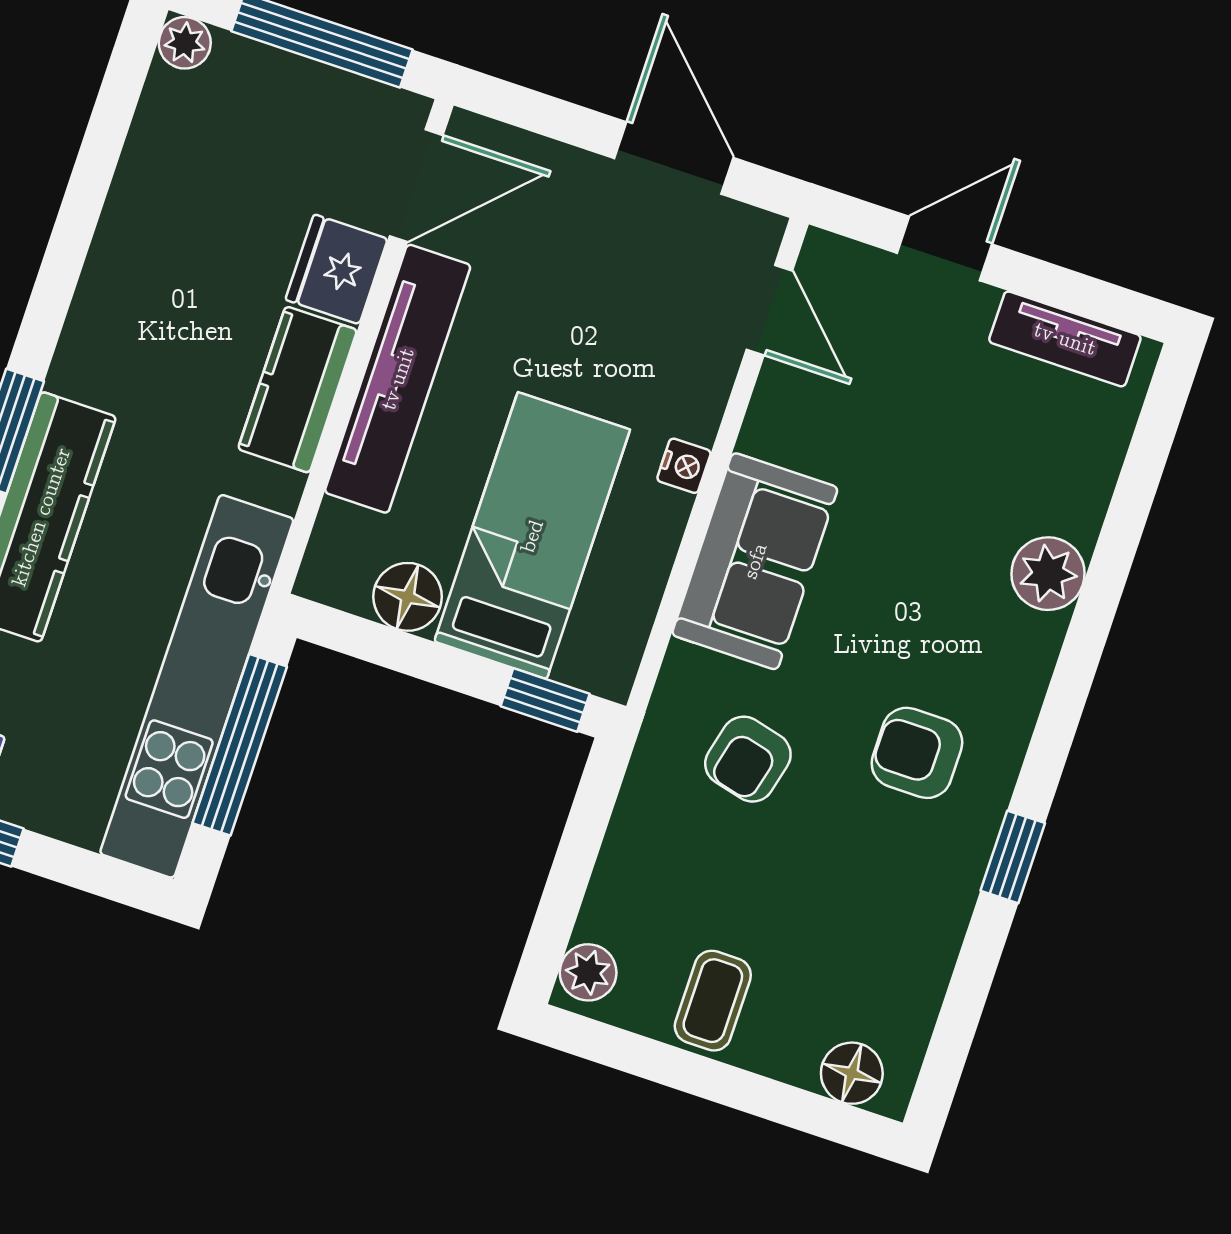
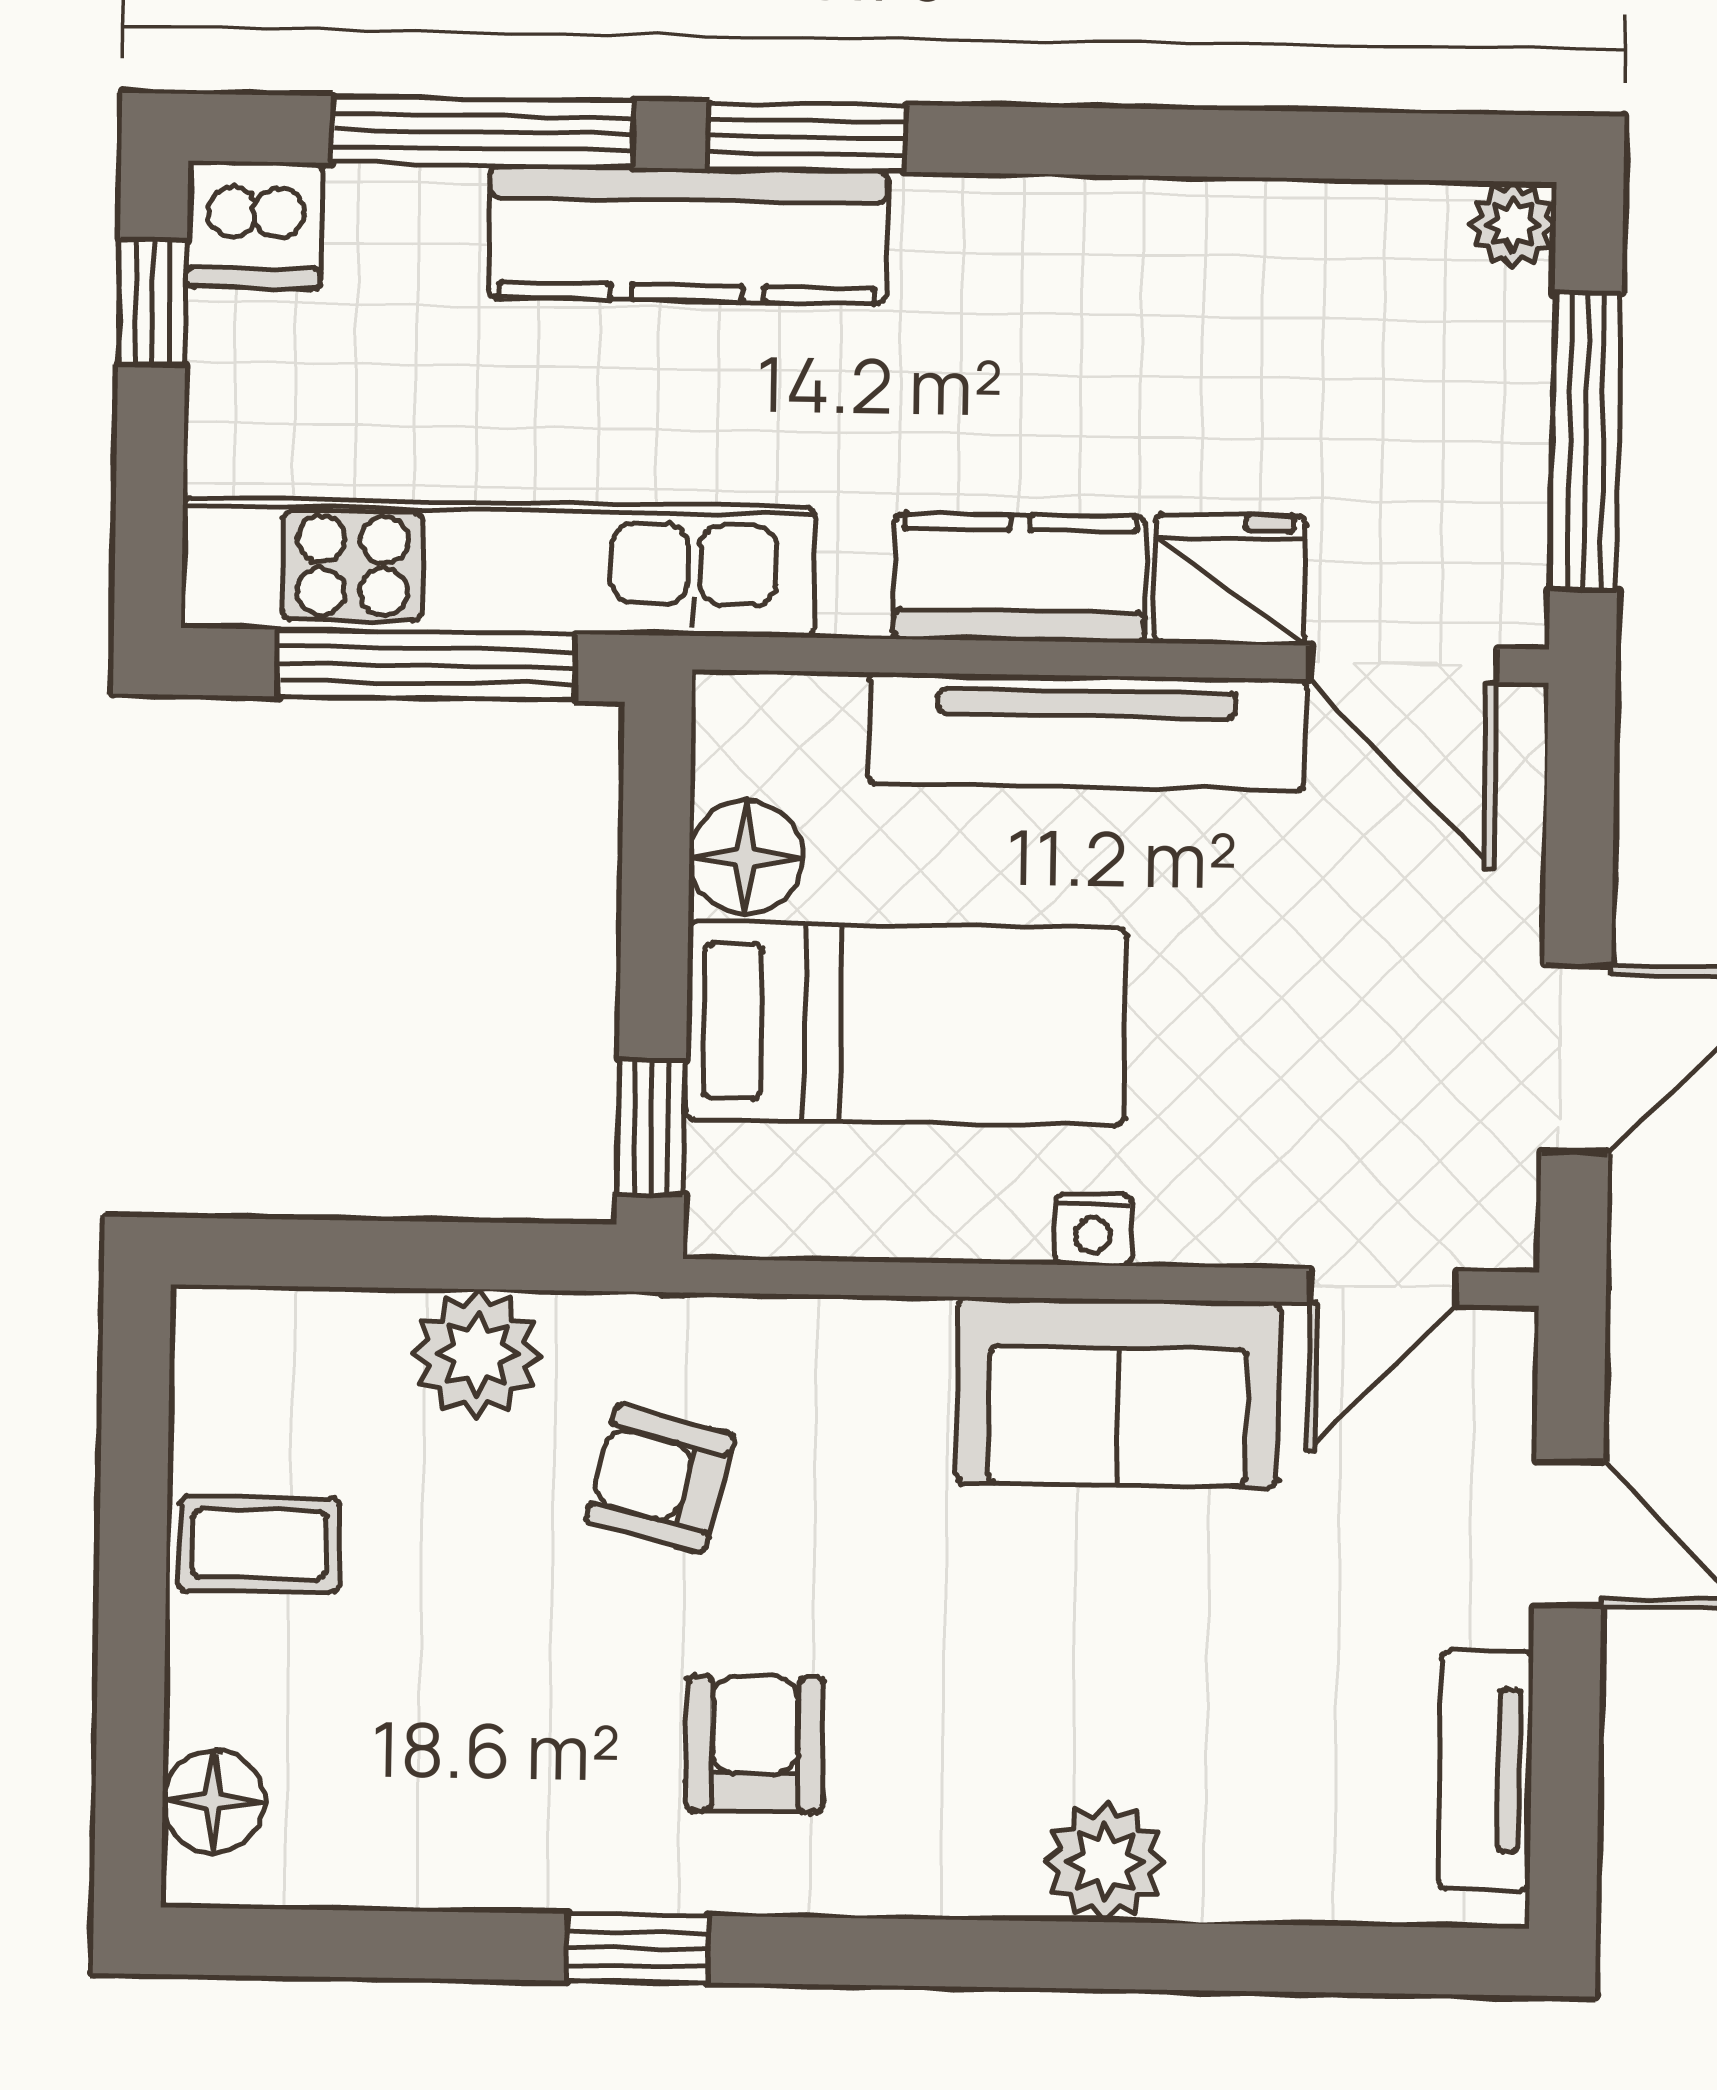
sofa: (755, 561) -> (1118, 1392), moved
plant: (588, 972) -> (477, 1354), moved, width x1.38, depth x1.38

